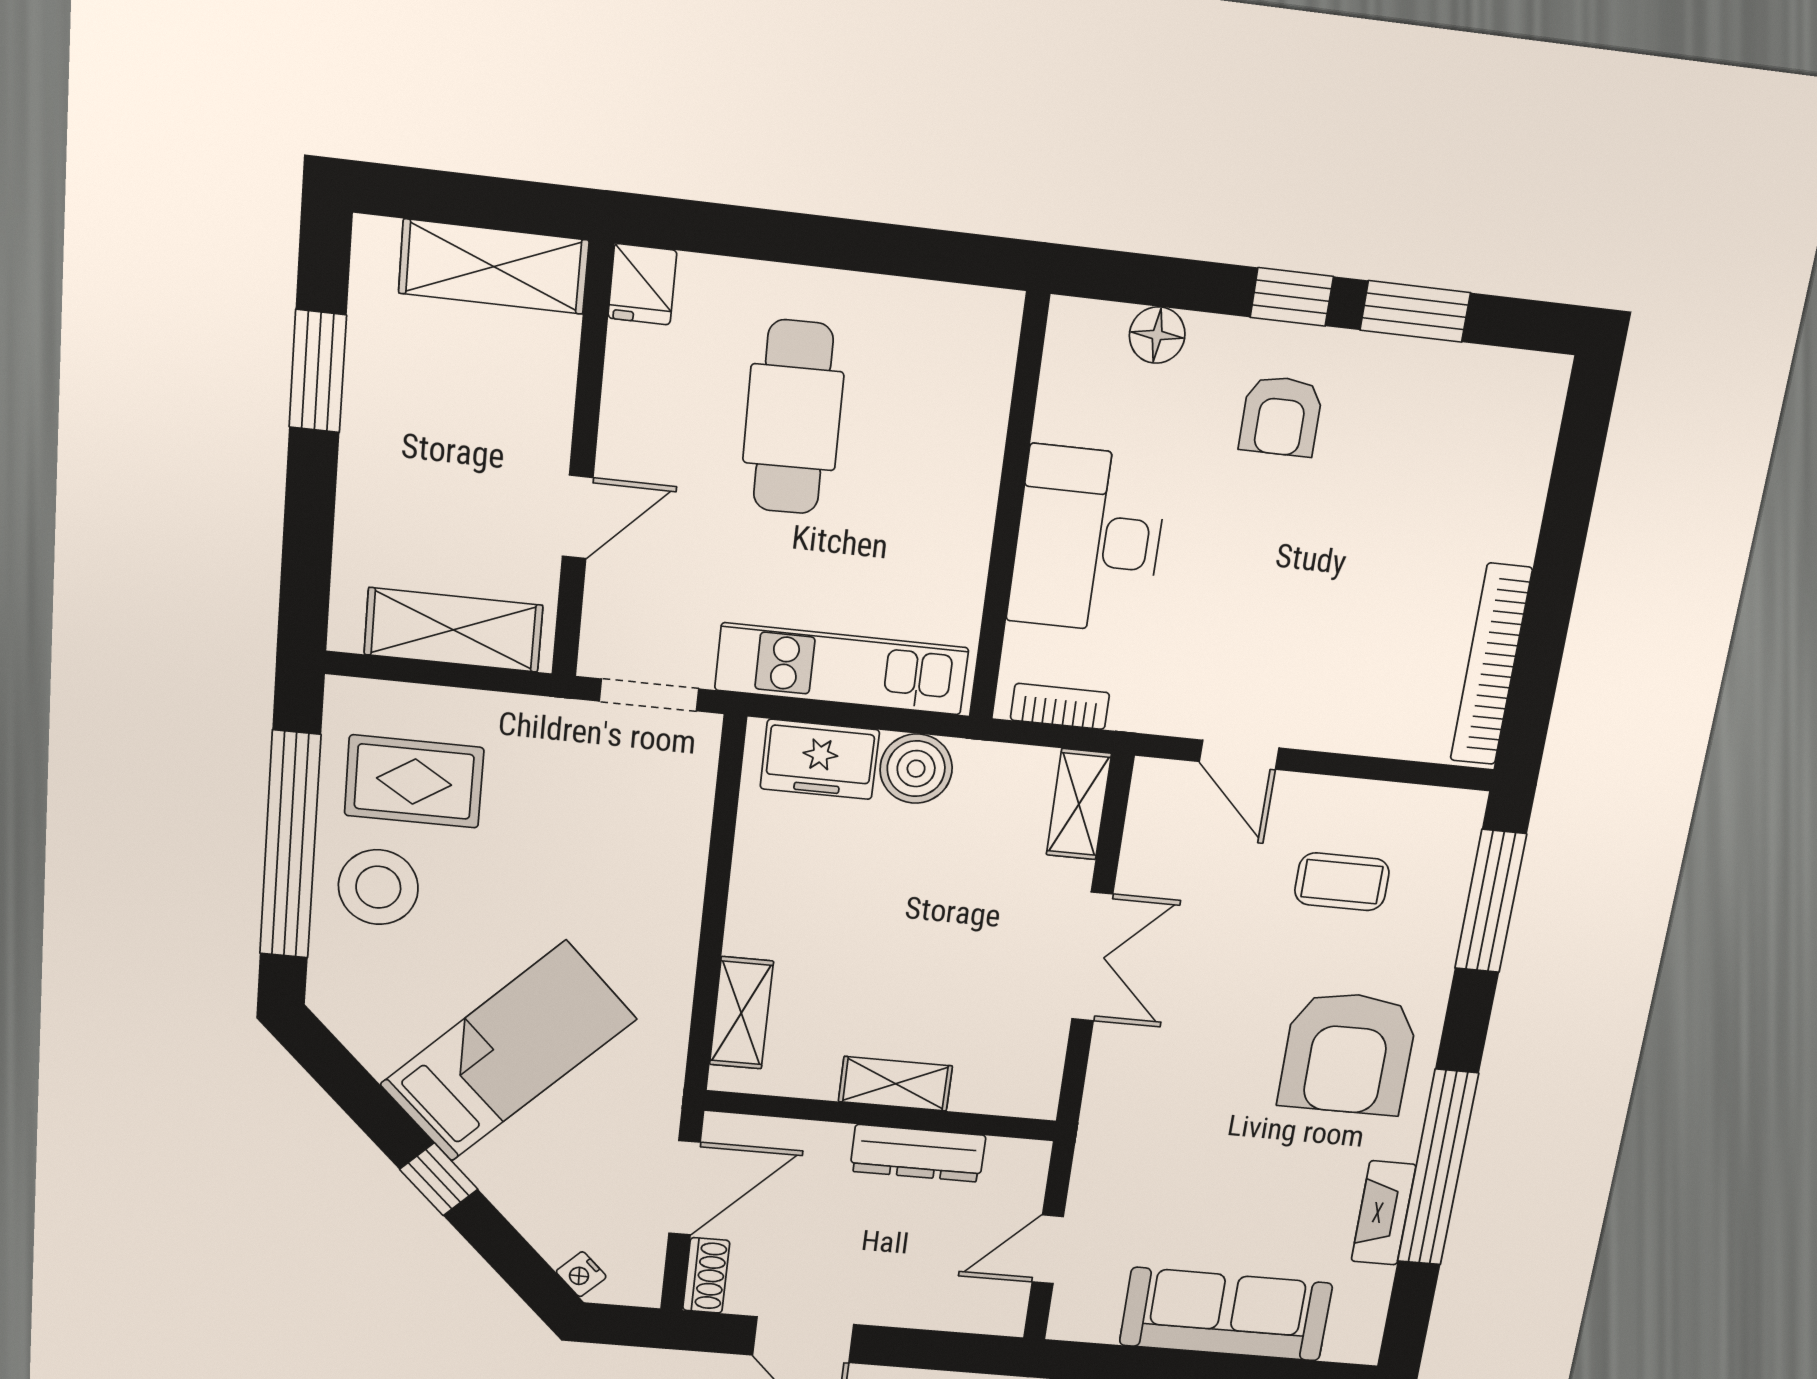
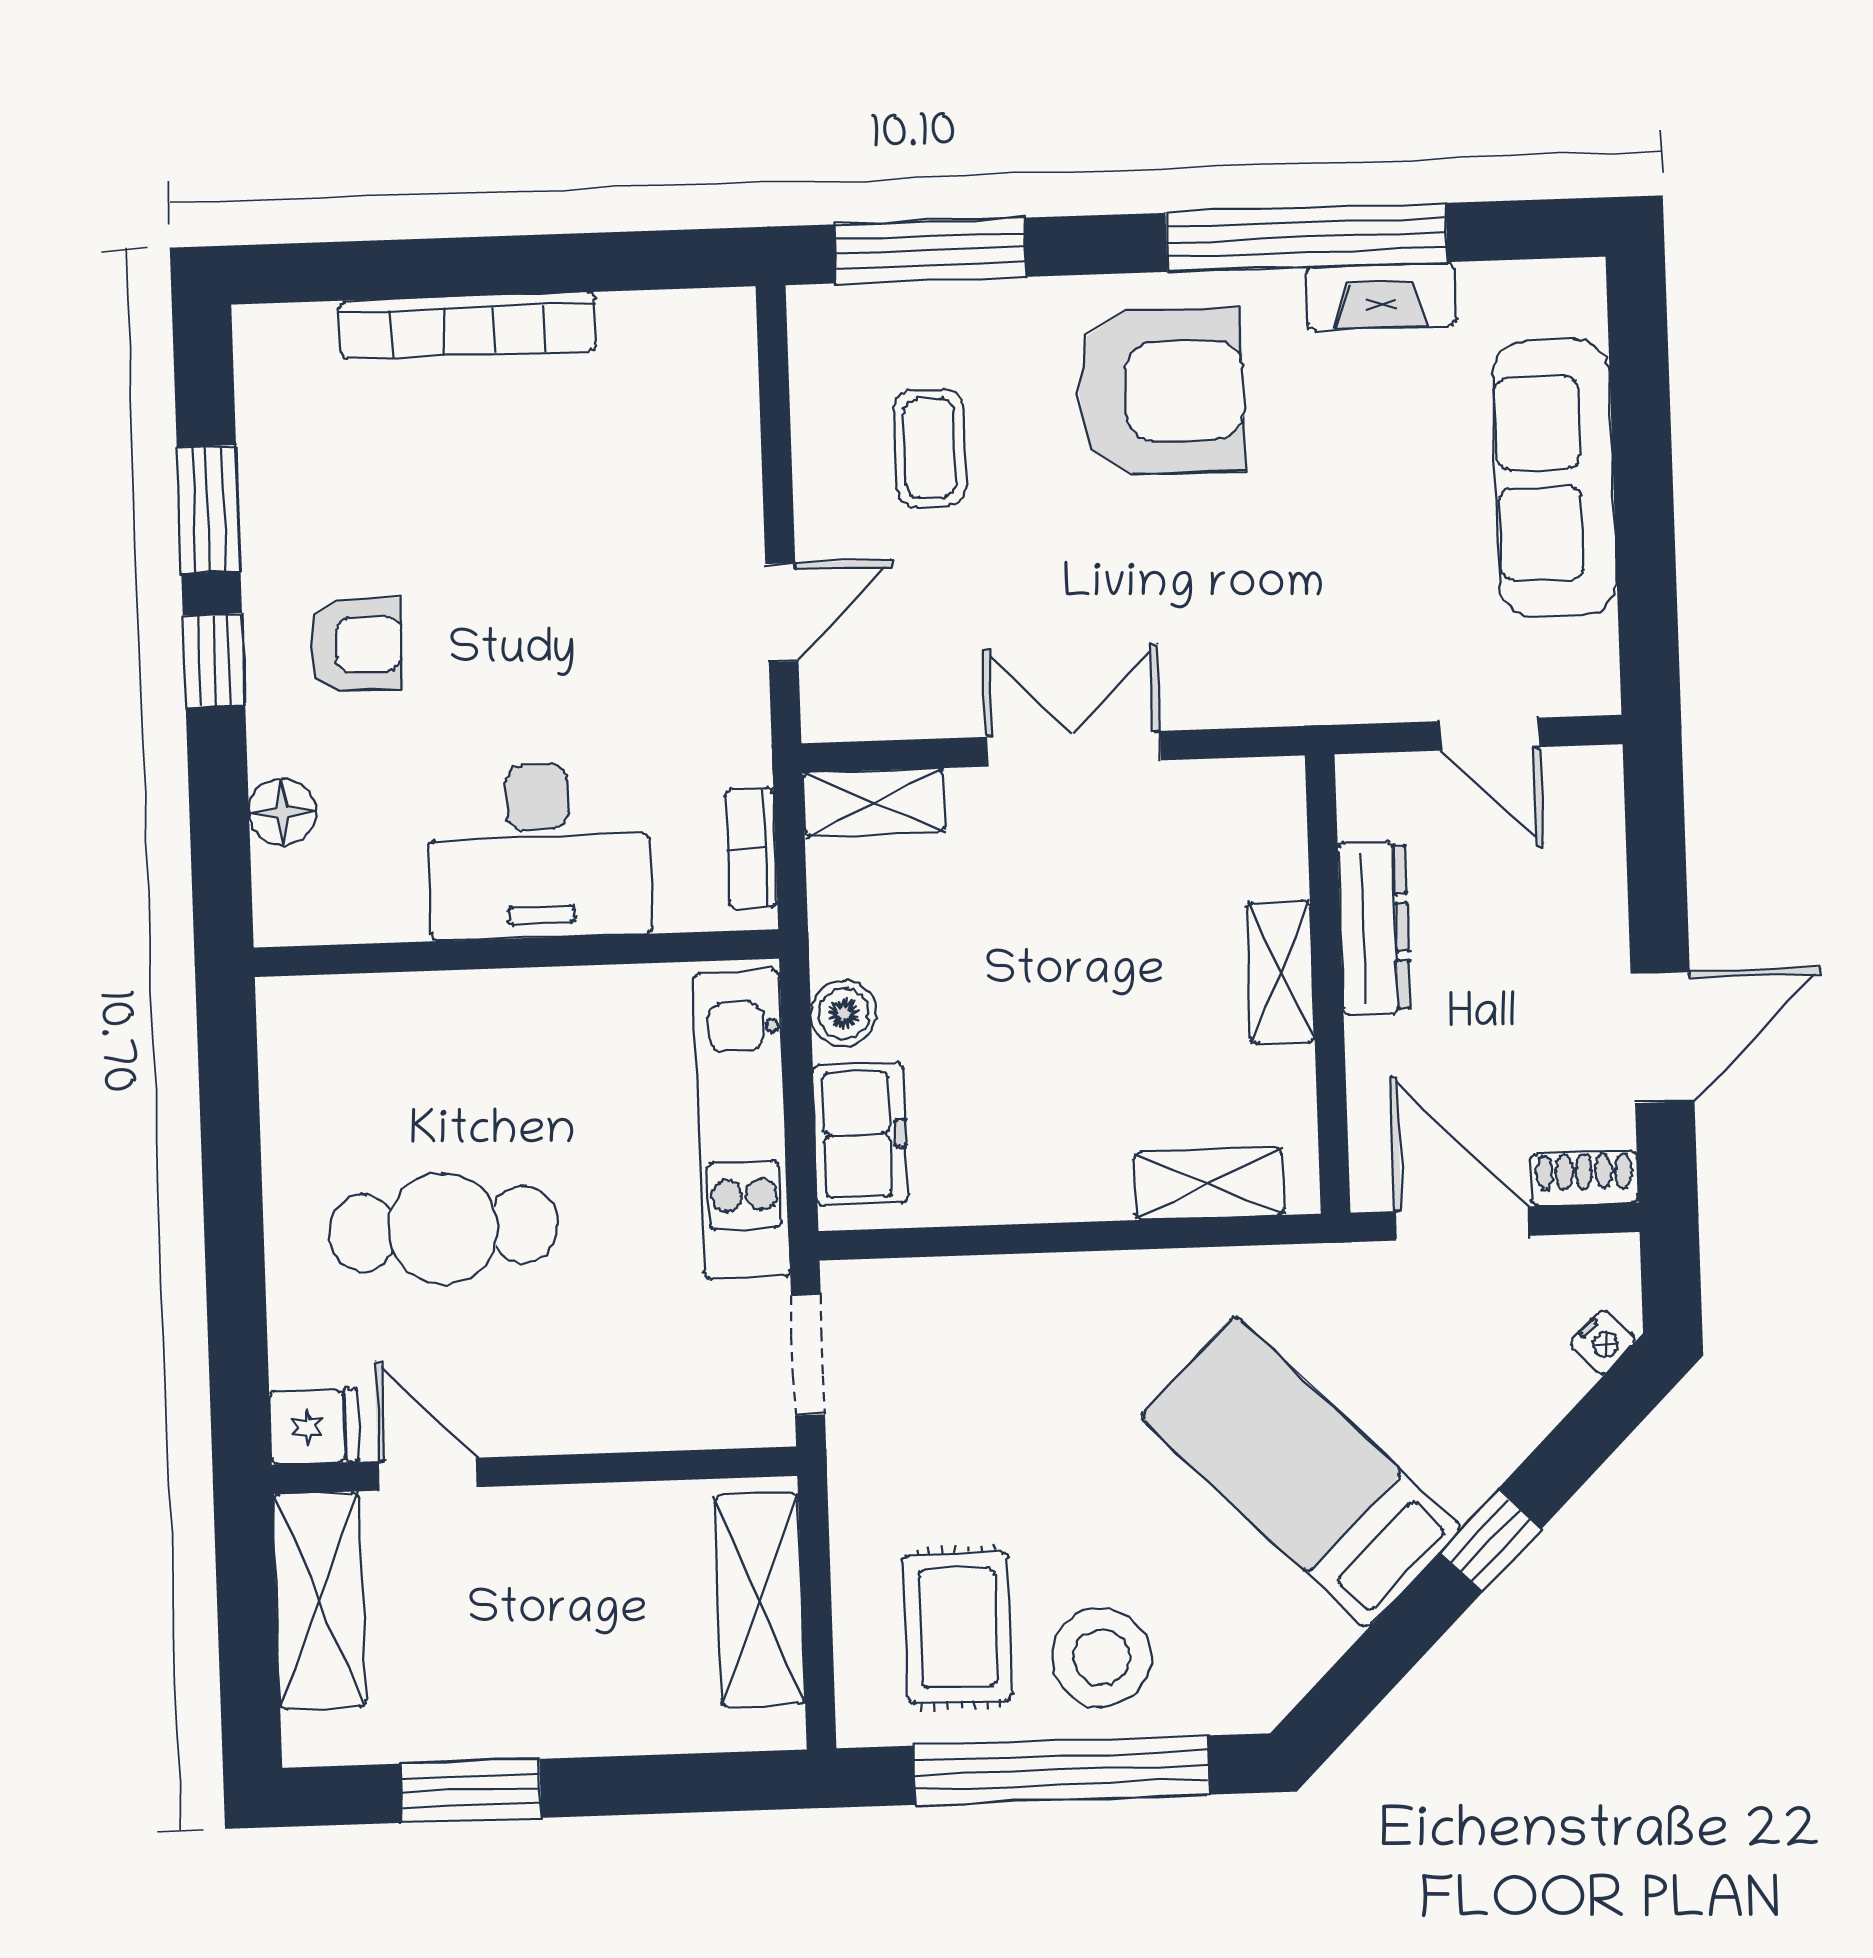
door: (578, 517) -> (428, 1474), moved
bookcase: (1491, 665) -> (468, 325), moved
boiler: (916, 769) -> (844, 1014), width x0.73, depth x0.73

